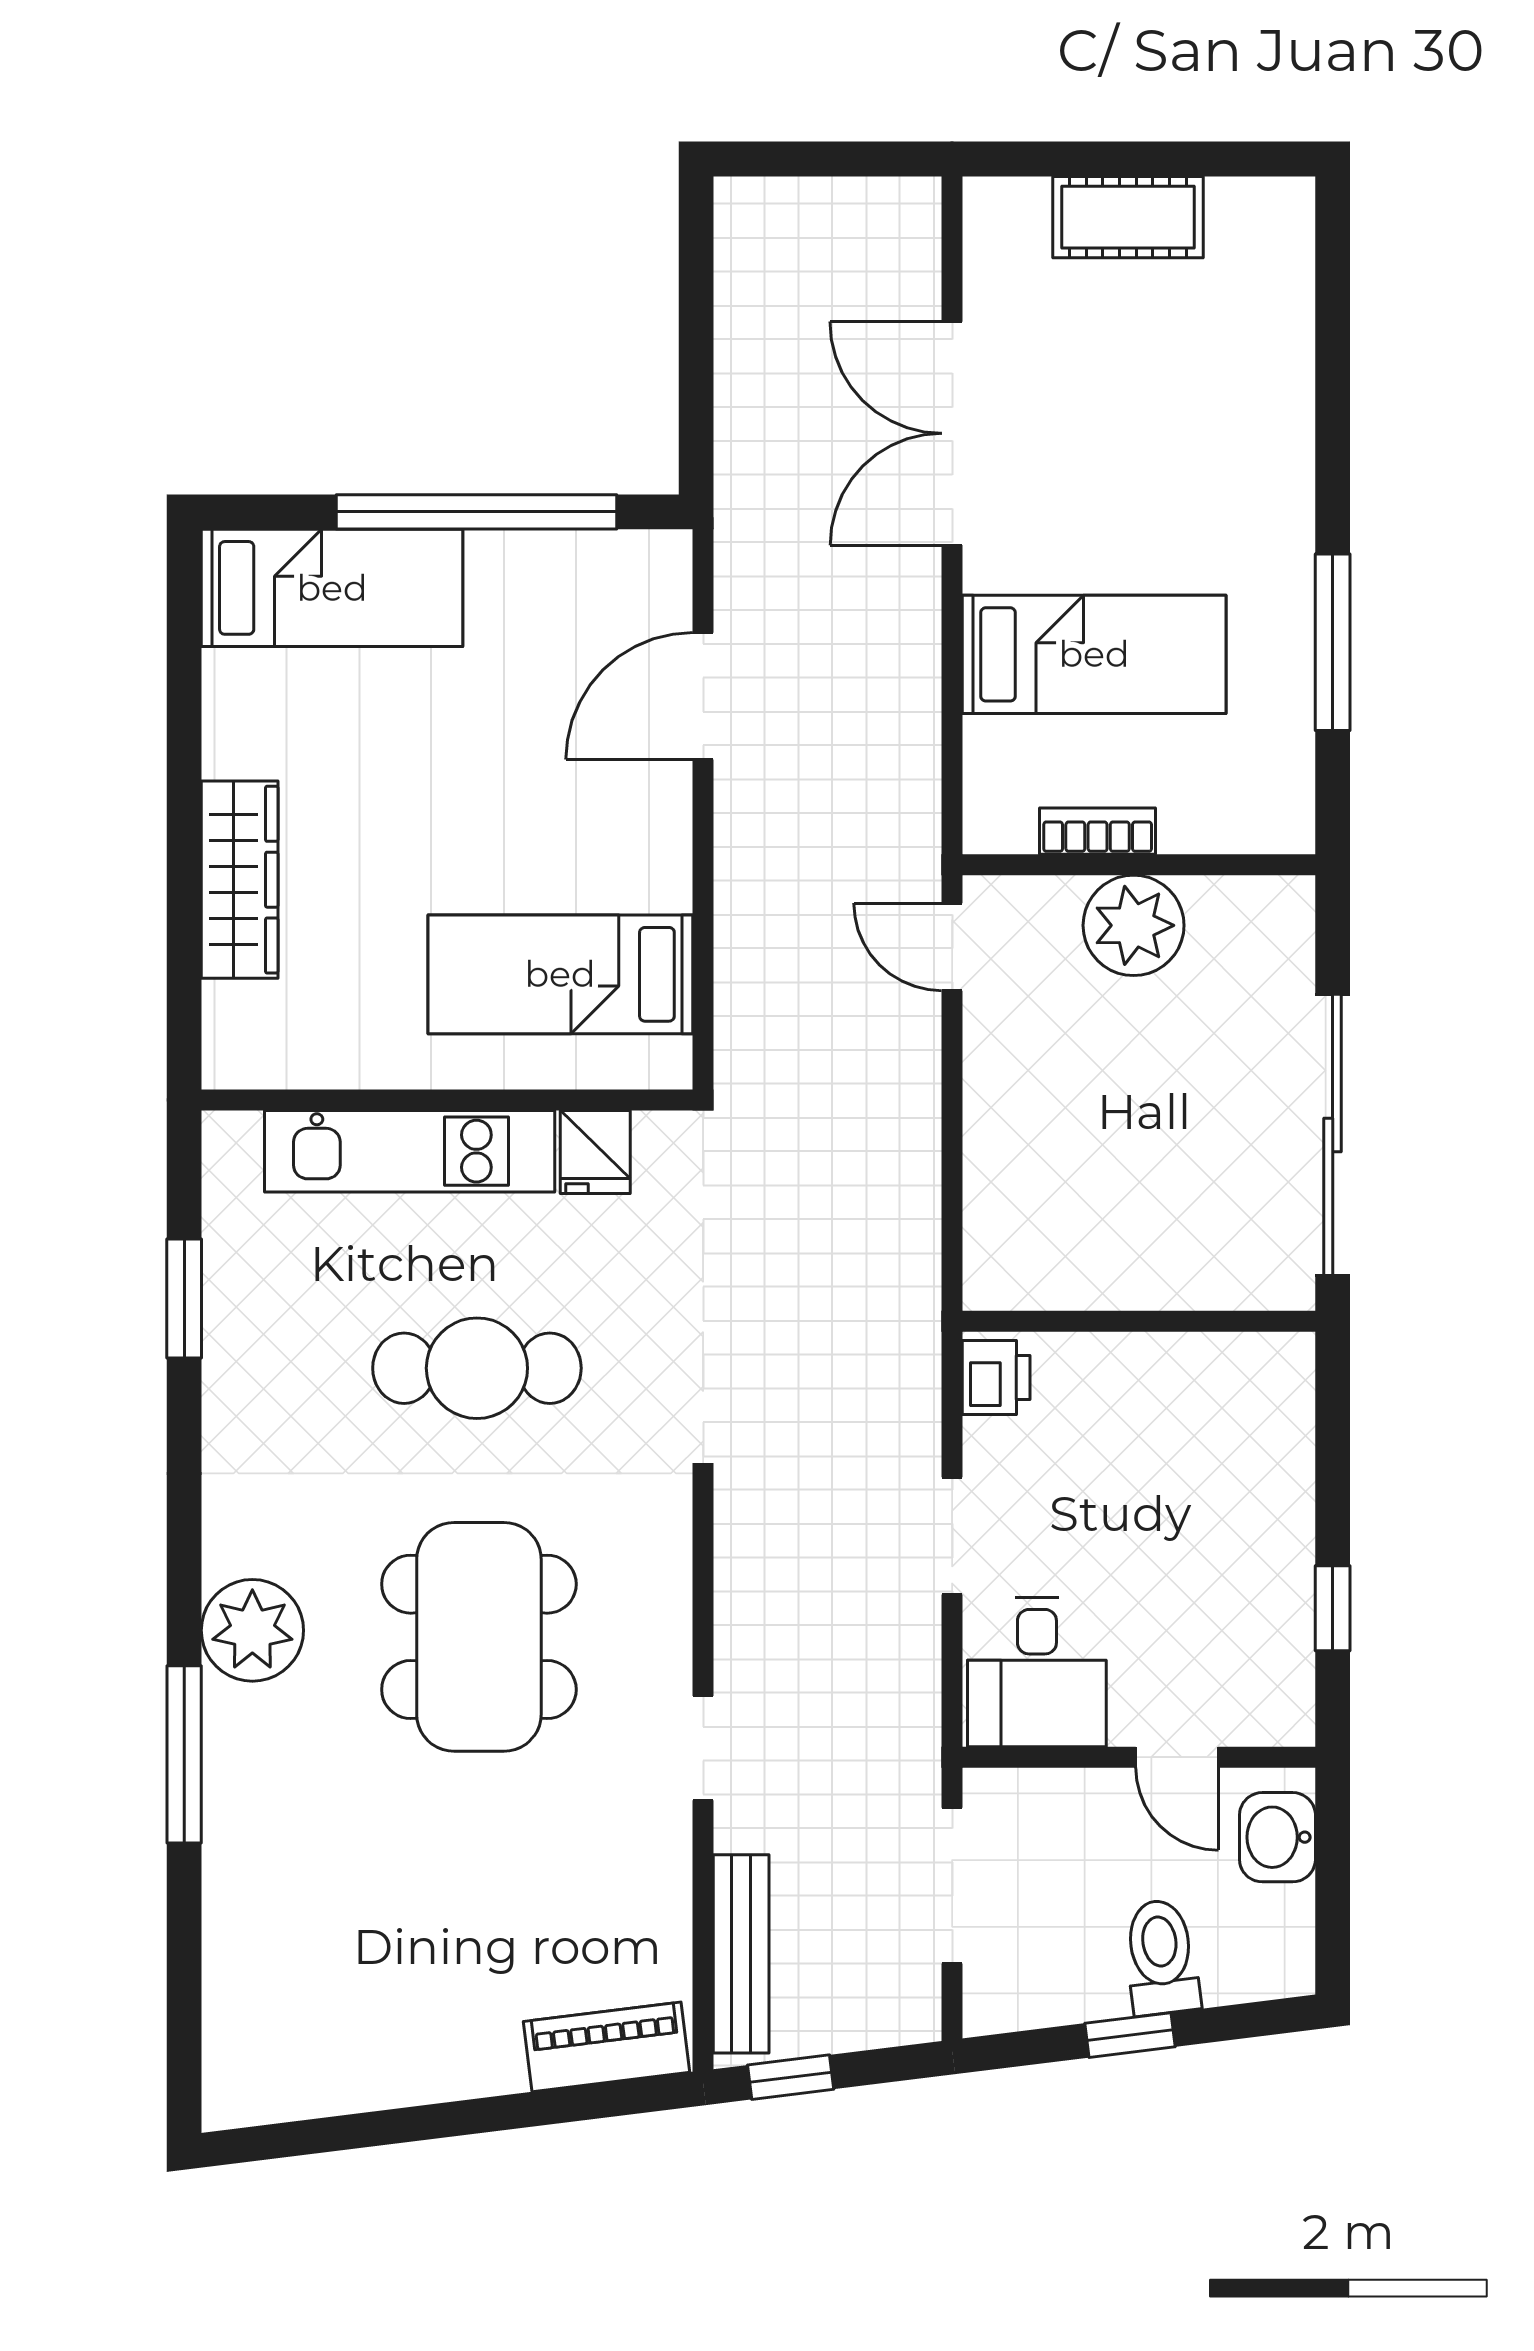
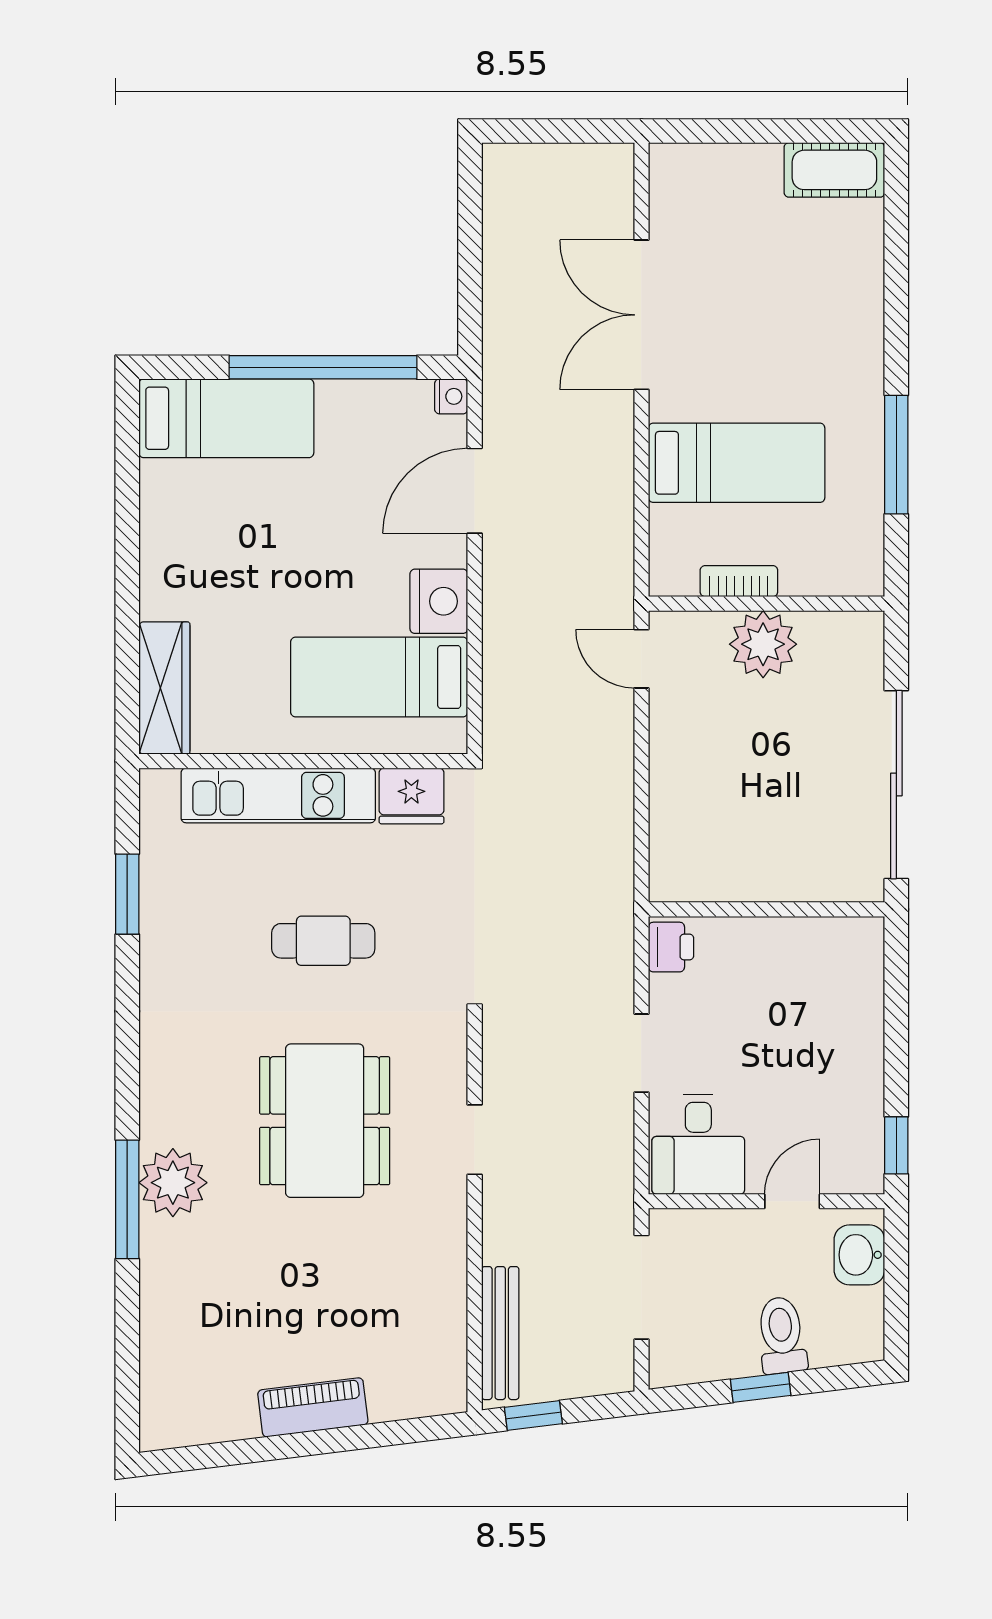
cot: (1128, 217) -> (834, 170), moved
nightstand: (668, 555) -> (451, 396), added
nightstand: (650, 861) -> (439, 601), added
wardrobe: (240, 880) -> (164, 688), moved
fridge: (595, 1152) -> (411, 796), width x1.38
cafe table: (477, 1368) -> (323, 941), width x0.73, depth x0.74
window: (1333, 1608) -> (896, 1145), moved
plant: (252, 1630) -> (173, 1183), moved
doorway: (703, 1748) -> (475, 1140), moved
door: (1177, 1757) -> (792, 1201), swing flipped
piano: (607, 2047) -> (313, 1407), moved

